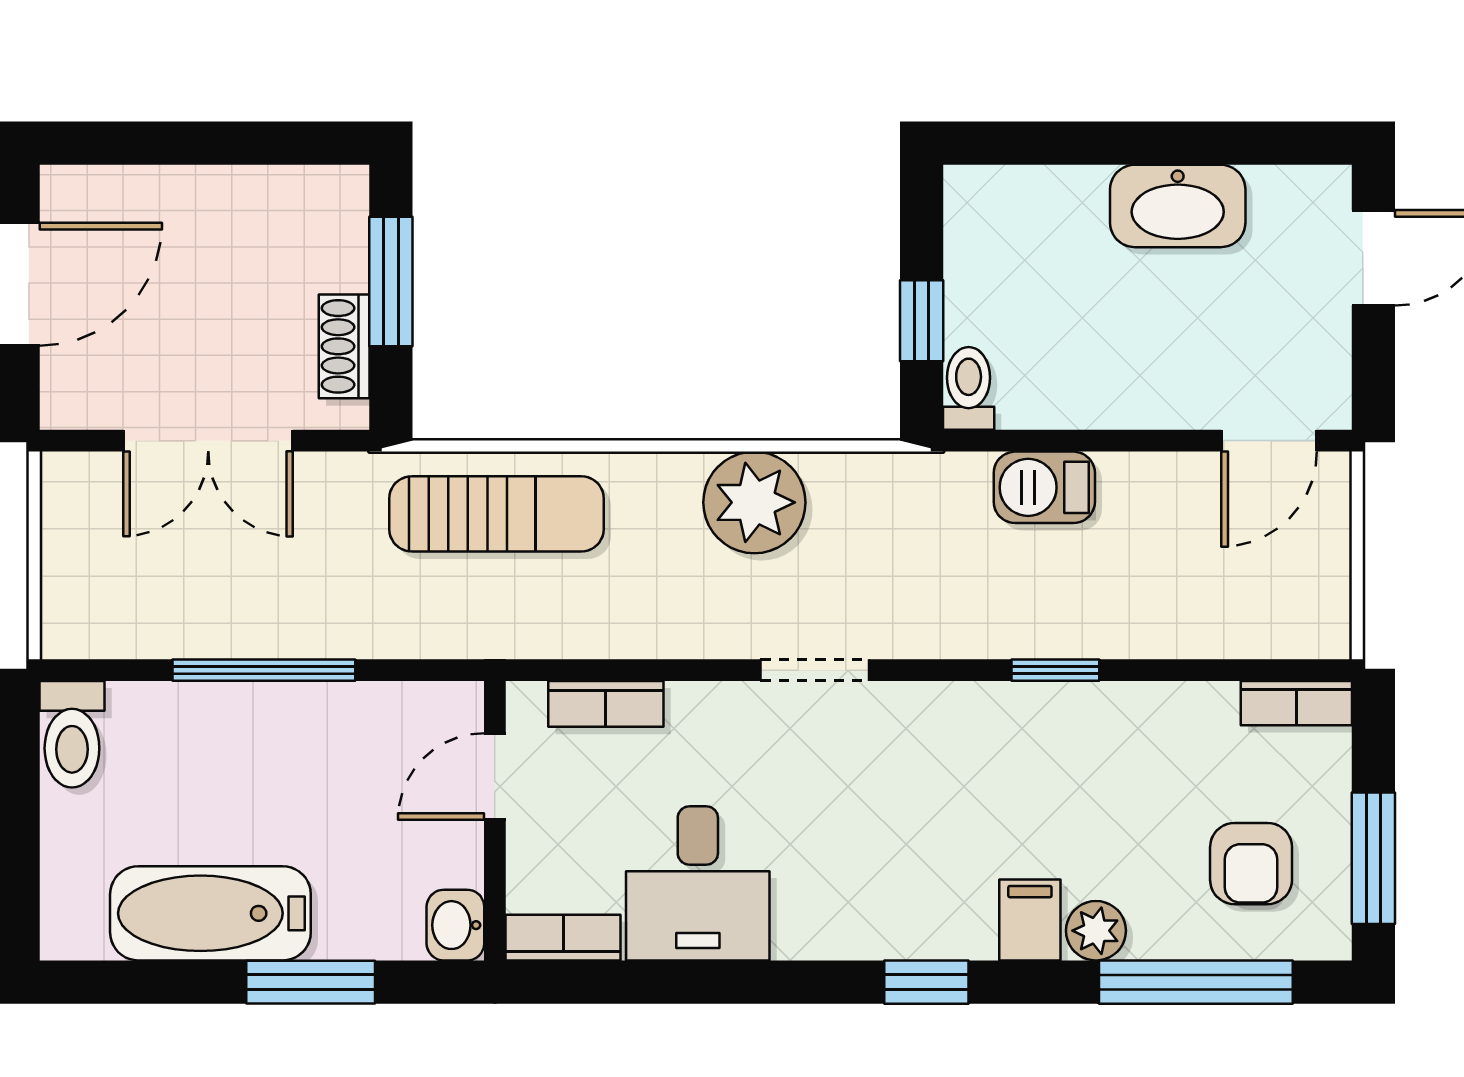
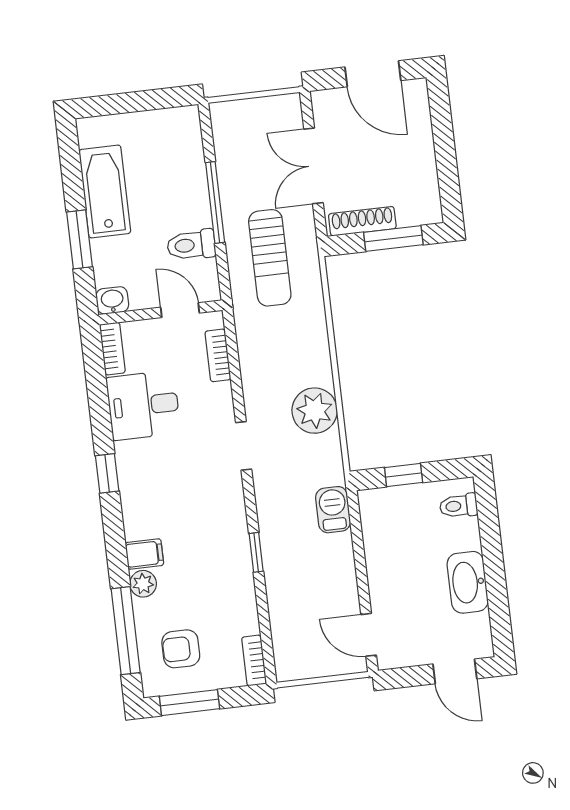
shoe rack: (344, 346) -> (362, 221), width x1.43
toilet: (969, 388) -> (459, 506), moved, turned 180
barbecue: (1044, 487) -> (333, 510), moved
sun lounger: (497, 514) -> (270, 258), moved
toilet: (72, 734) -> (191, 245), moved
window: (926, 982) -> (107, 473), moved

